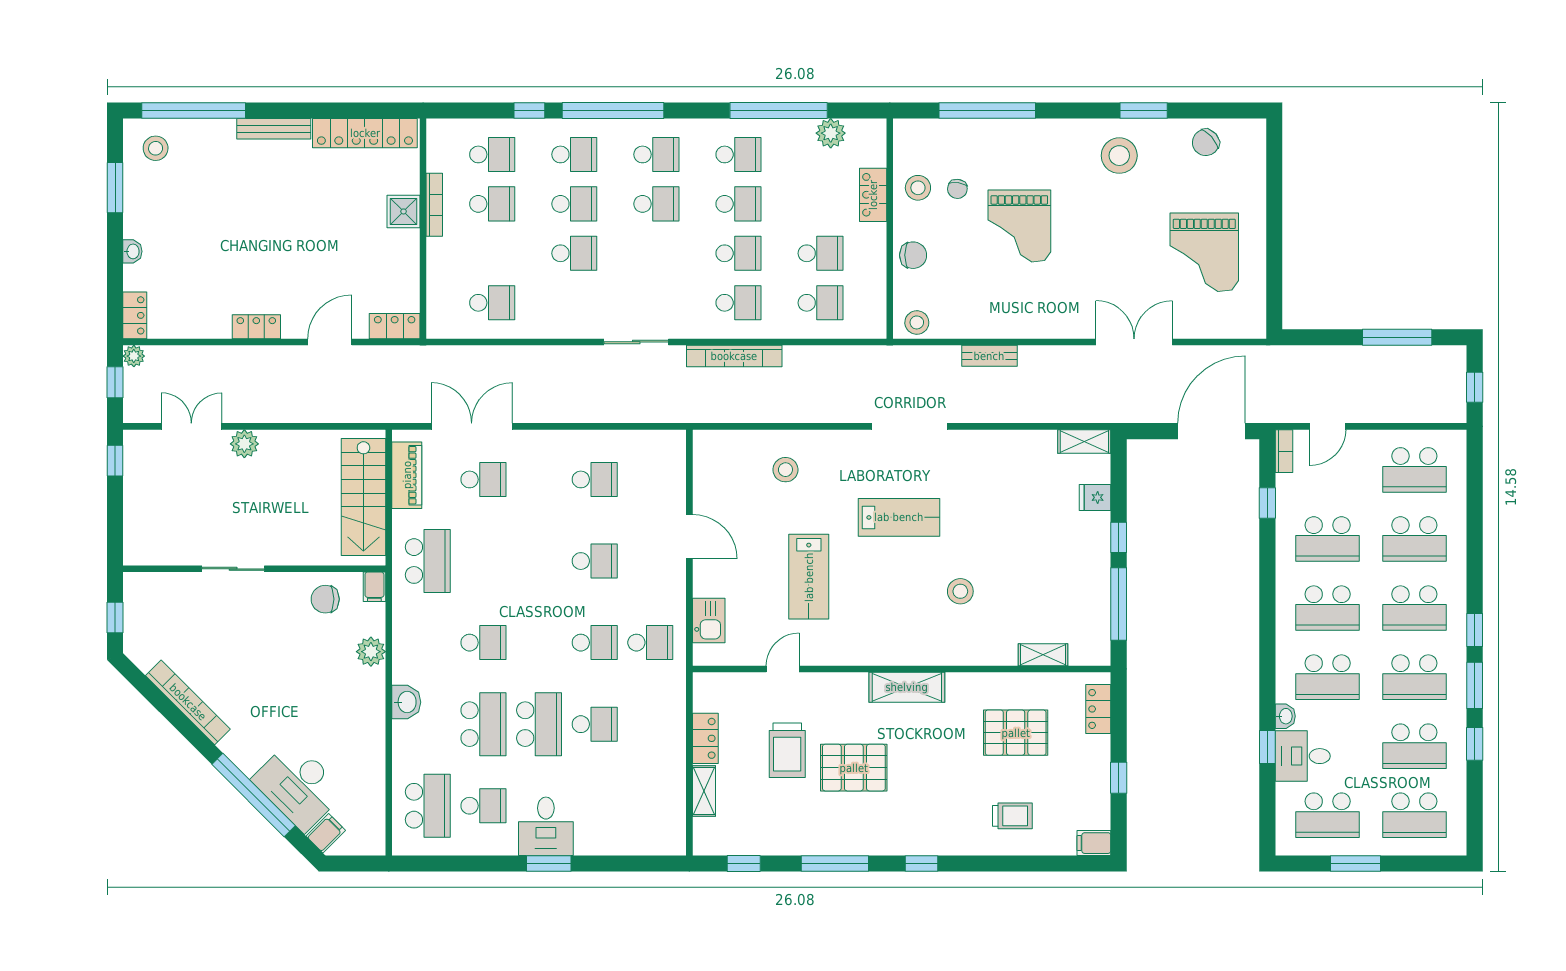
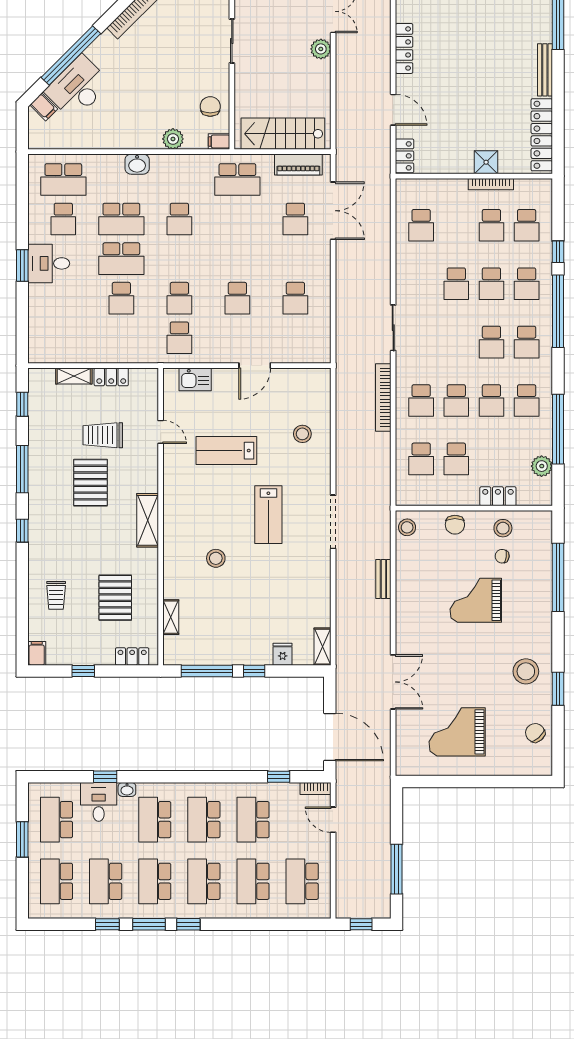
locker: (256, 327) -> (404, 48), width x1.53

